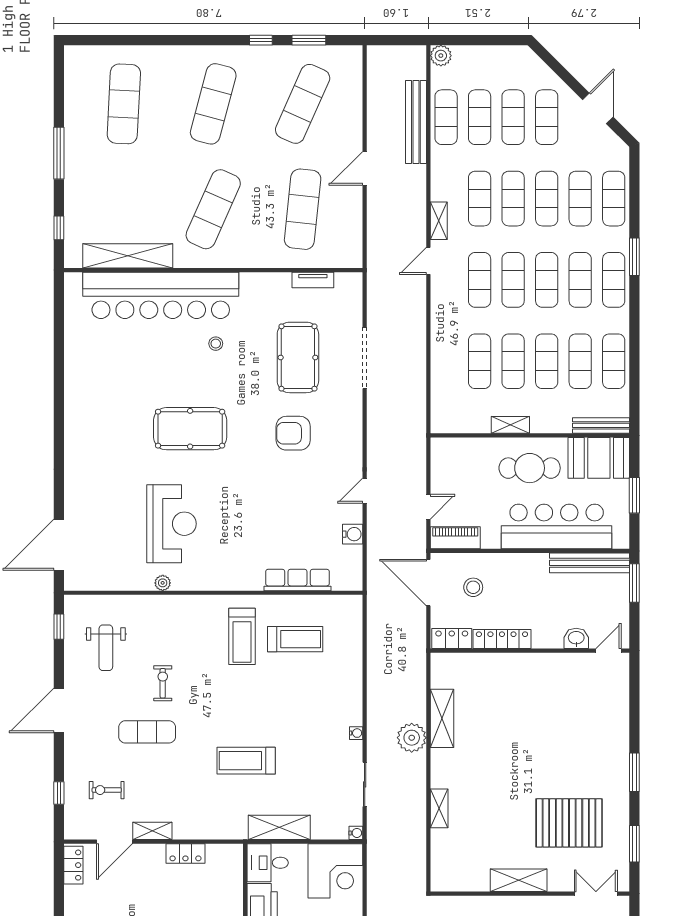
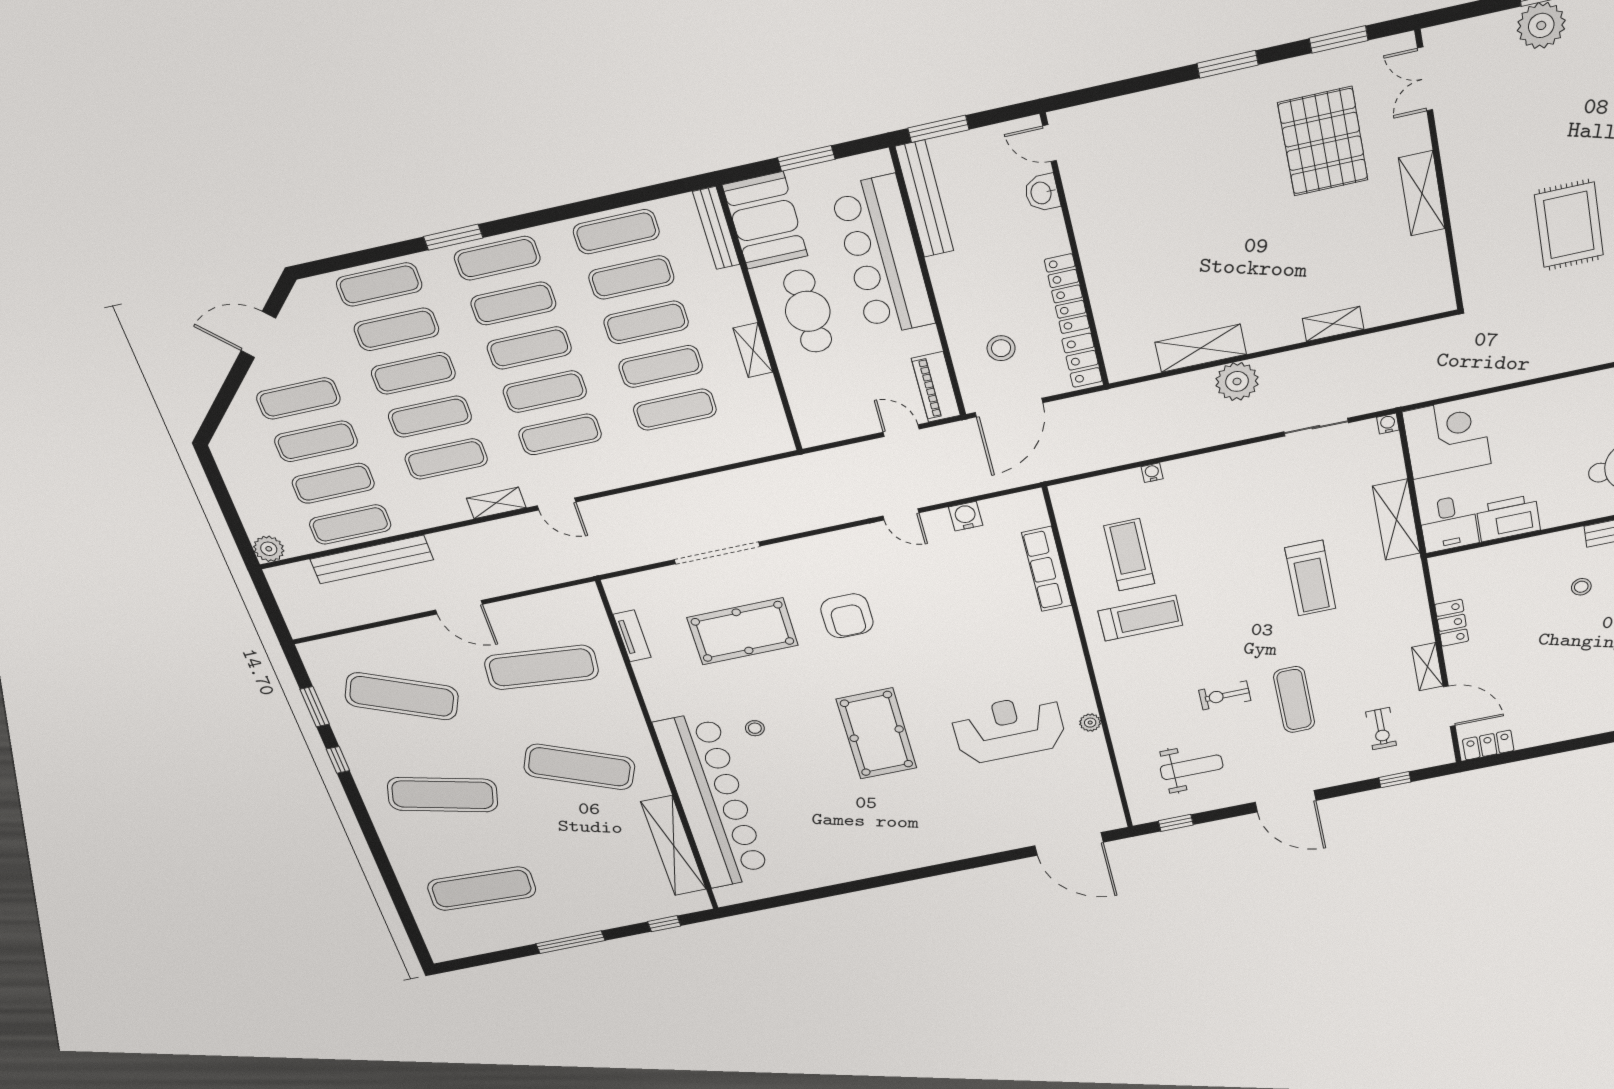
water cooler: (356, 733) -> (1152, 473), moved

